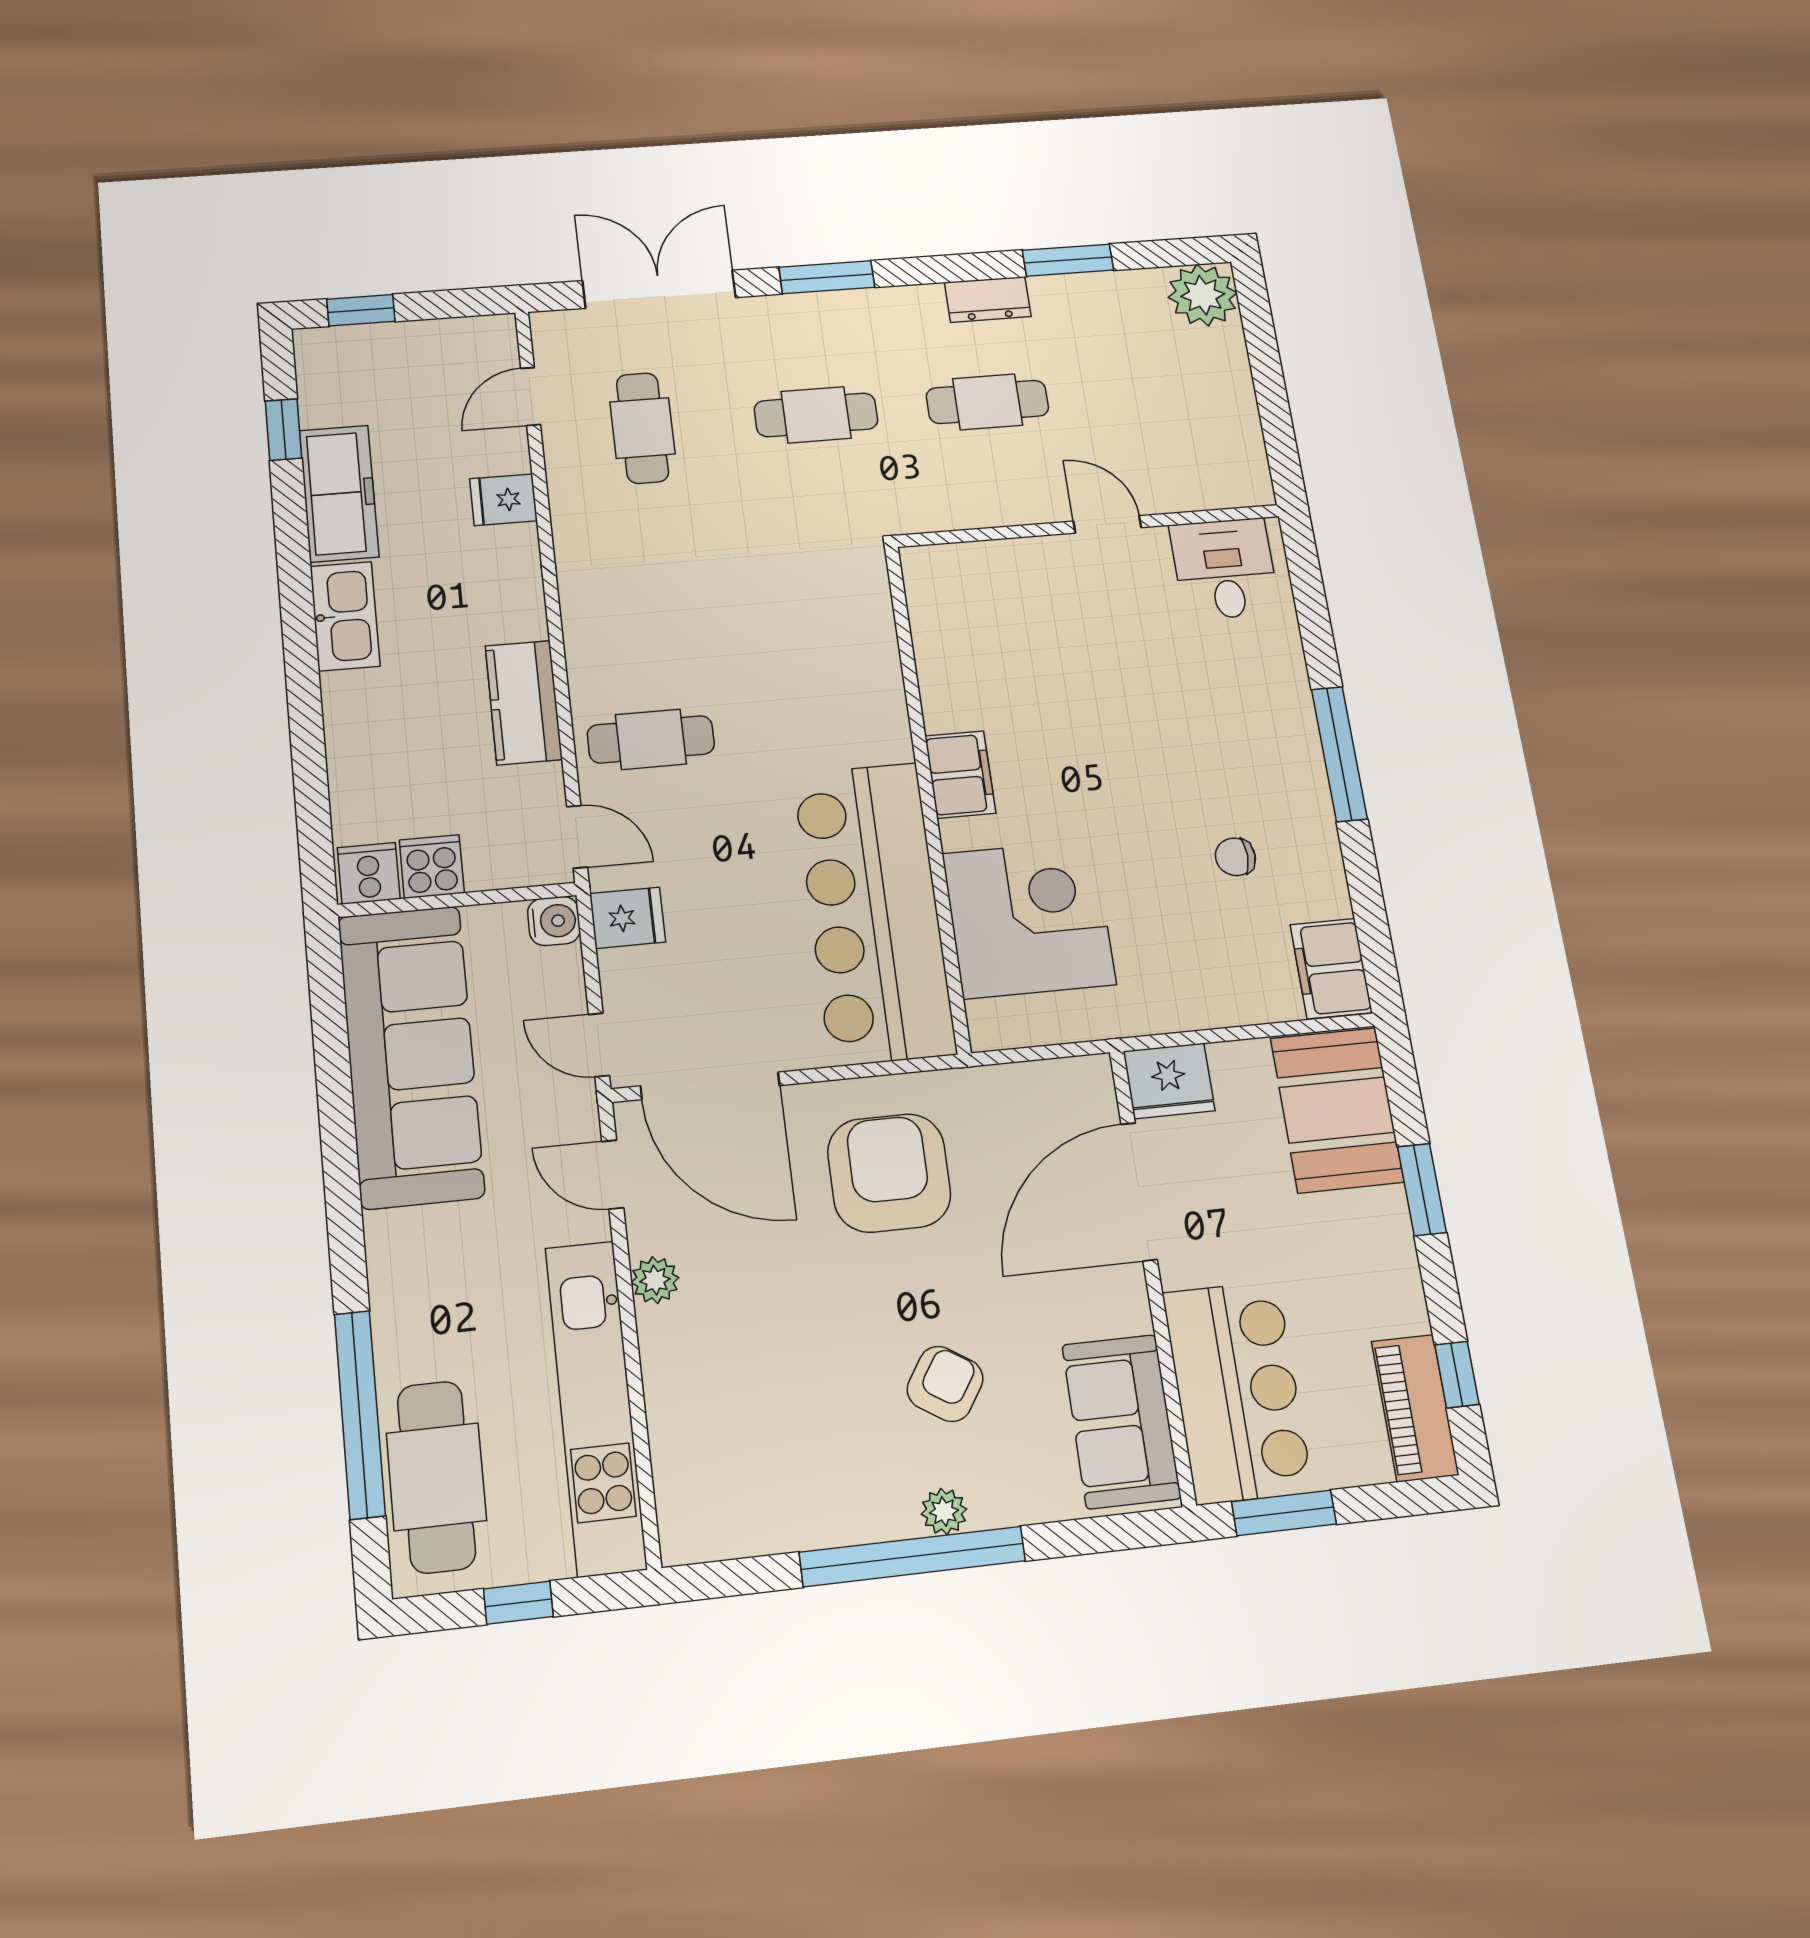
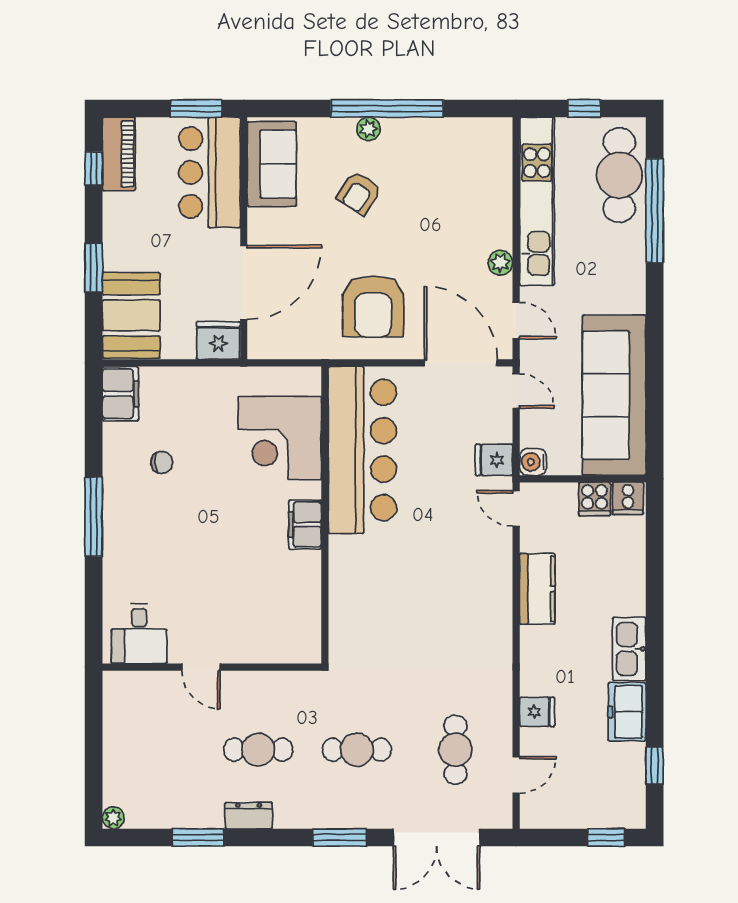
plant: (1203, 295) -> (113, 818), width x0.53, depth x0.53
freezer: (339, 493) -> (627, 712), width x0.71
cafe table: (651, 739) -> (471, 561), removed

